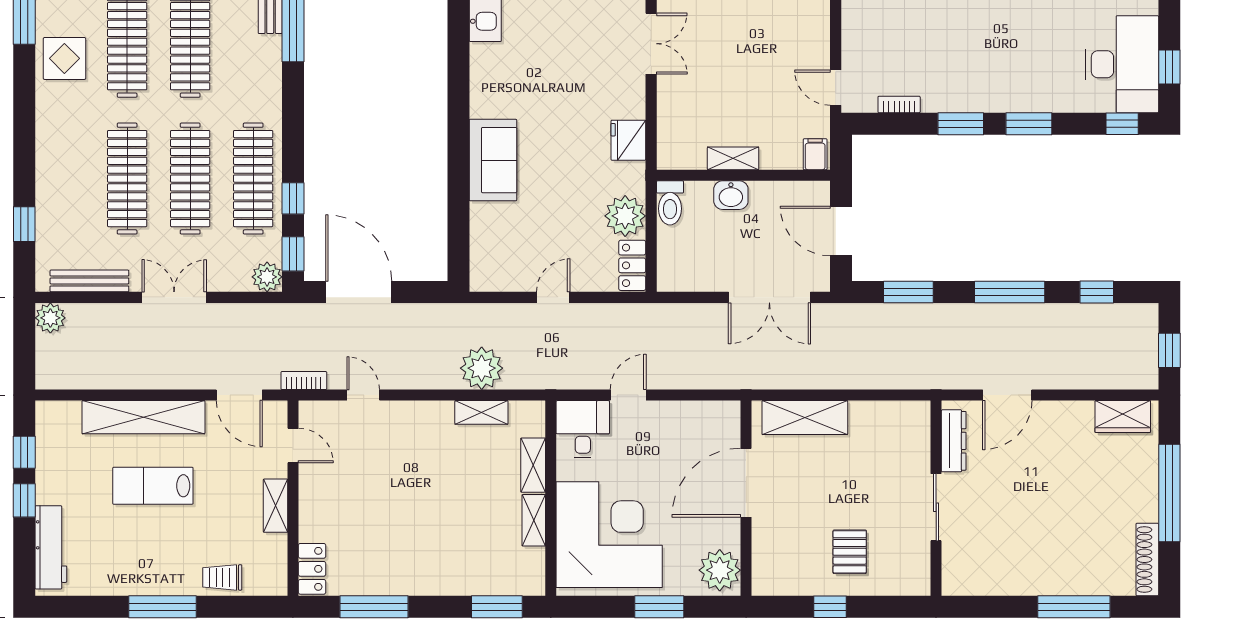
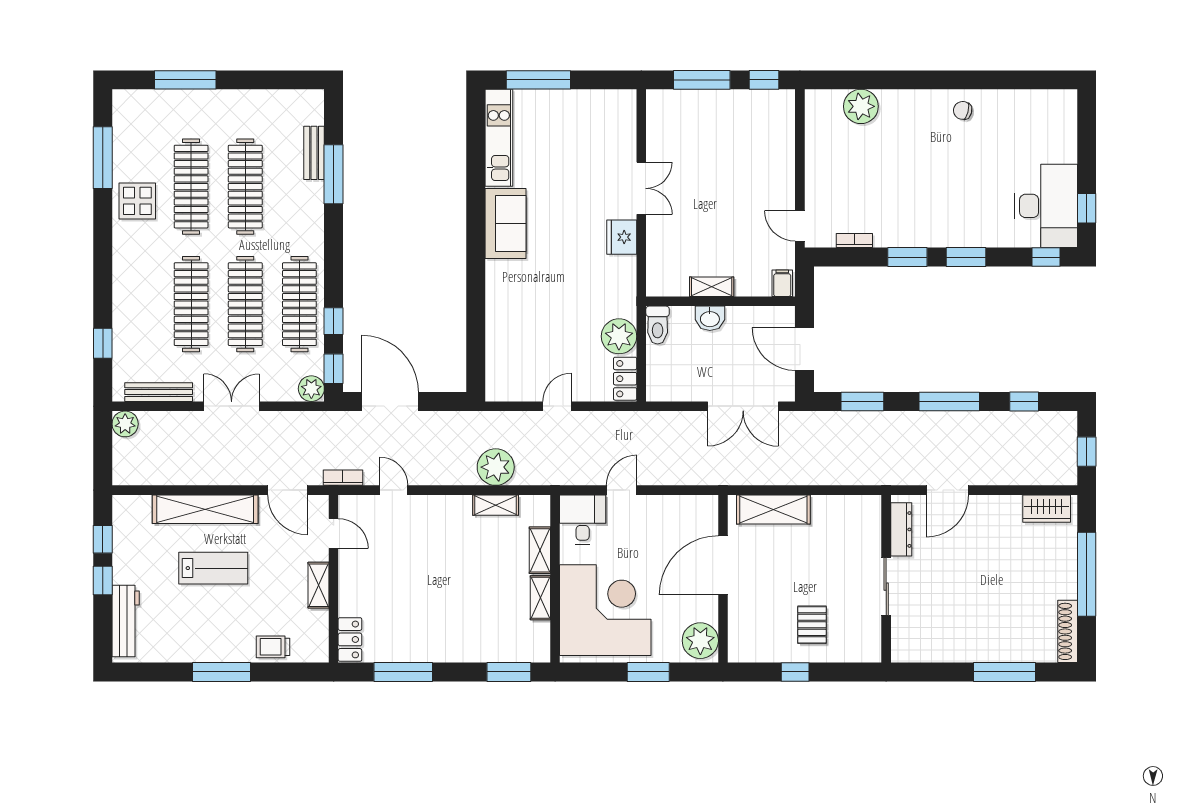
fridge: (628, 140) -> (622, 237), moved
sofa: (493, 160) -> (505, 223), moved
lab bench: (153, 486) -> (213, 568), turned 180

